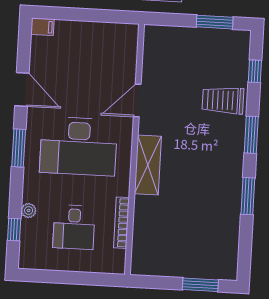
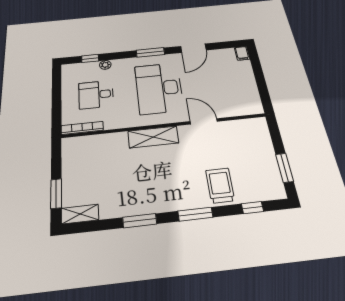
bookcase: (121, 223) -> (82, 128), moved
shelving: (229, 260) -> (80, 214), added

